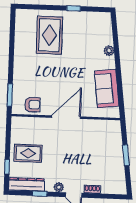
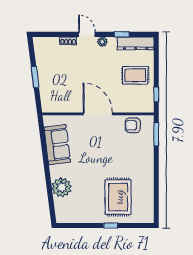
window: (74, 8) -> (111, 225), moved
plant: (109, 51) -> (62, 187), width x1.87, depth x1.87
door: (66, 117) -> (98, 114), swing flipped
window: (7, 167) -> (156, 94), moved

